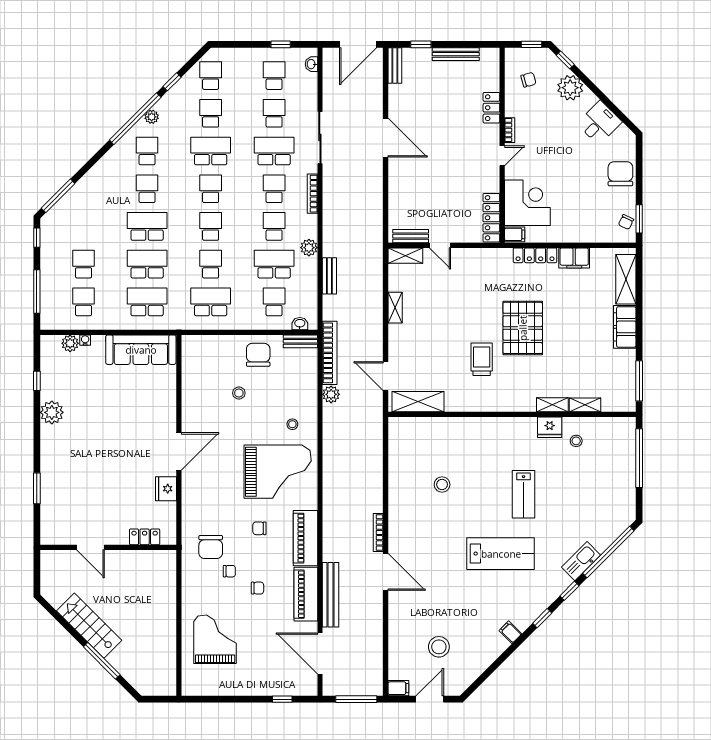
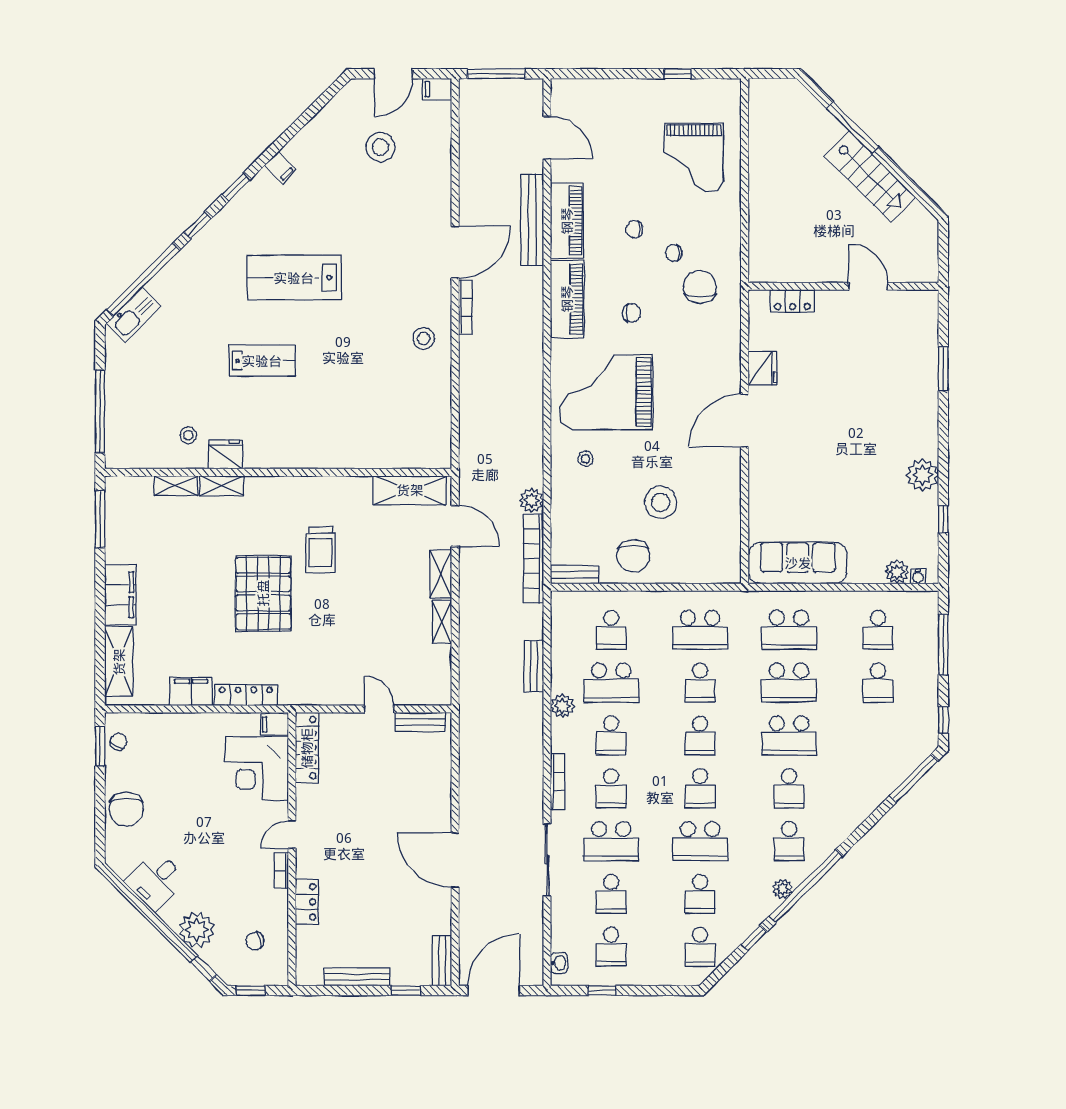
shelving: (405, 256) -> (441, 574), moved, turned 90
washbasin: (300, 324) -> (575, 600), removed
water cooler: (85, 340) -> (918, 576), moved
stool: (239, 393) -> (661, 502), width x1.89, depth x1.89
stool: (442, 485) -> (424, 338), moved
lab bench: (524, 494) -> (262, 361), turned 90
kitchen sink: (581, 561) -> (134, 315), moved
door: (386, 572) -> (455, 252), swing flipped
door: (320, 653) -> (547, 138), width x0.73
window: (282, 699) -> (678, 74), moved

